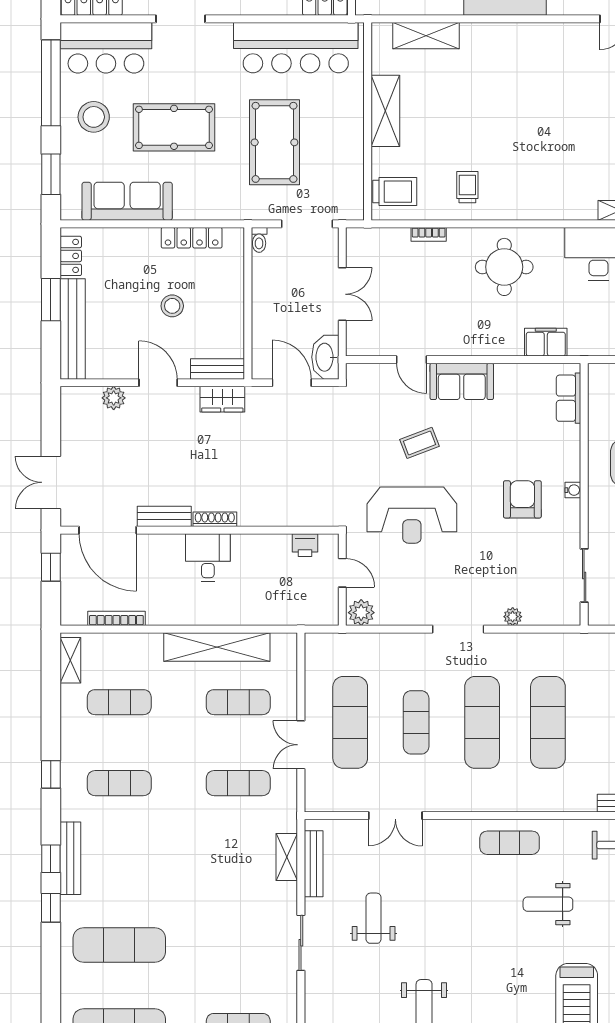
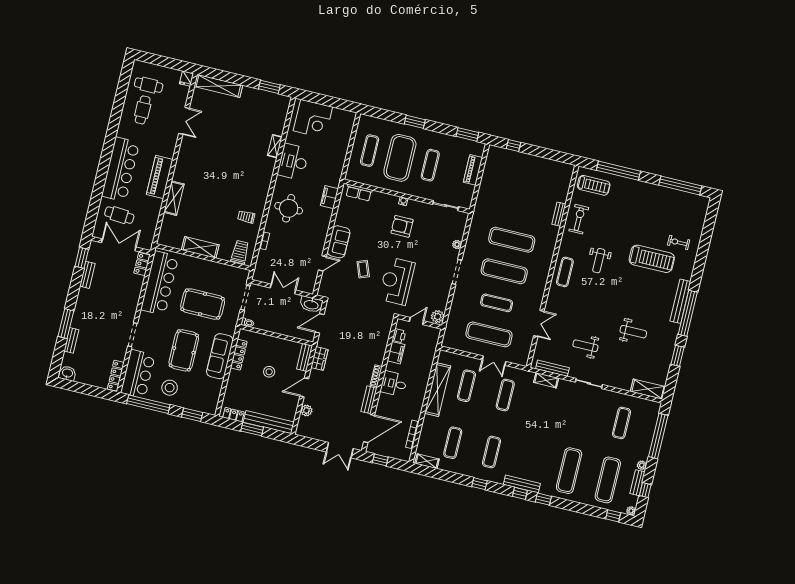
shelving: (426, 36) -> (174, 198), moved
sofa: (127, 201) -> (220, 356), moved
reception desk: (412, 515) -> (397, 281), turned 180
filing cabinet: (270, 547) -> (396, 353), added

